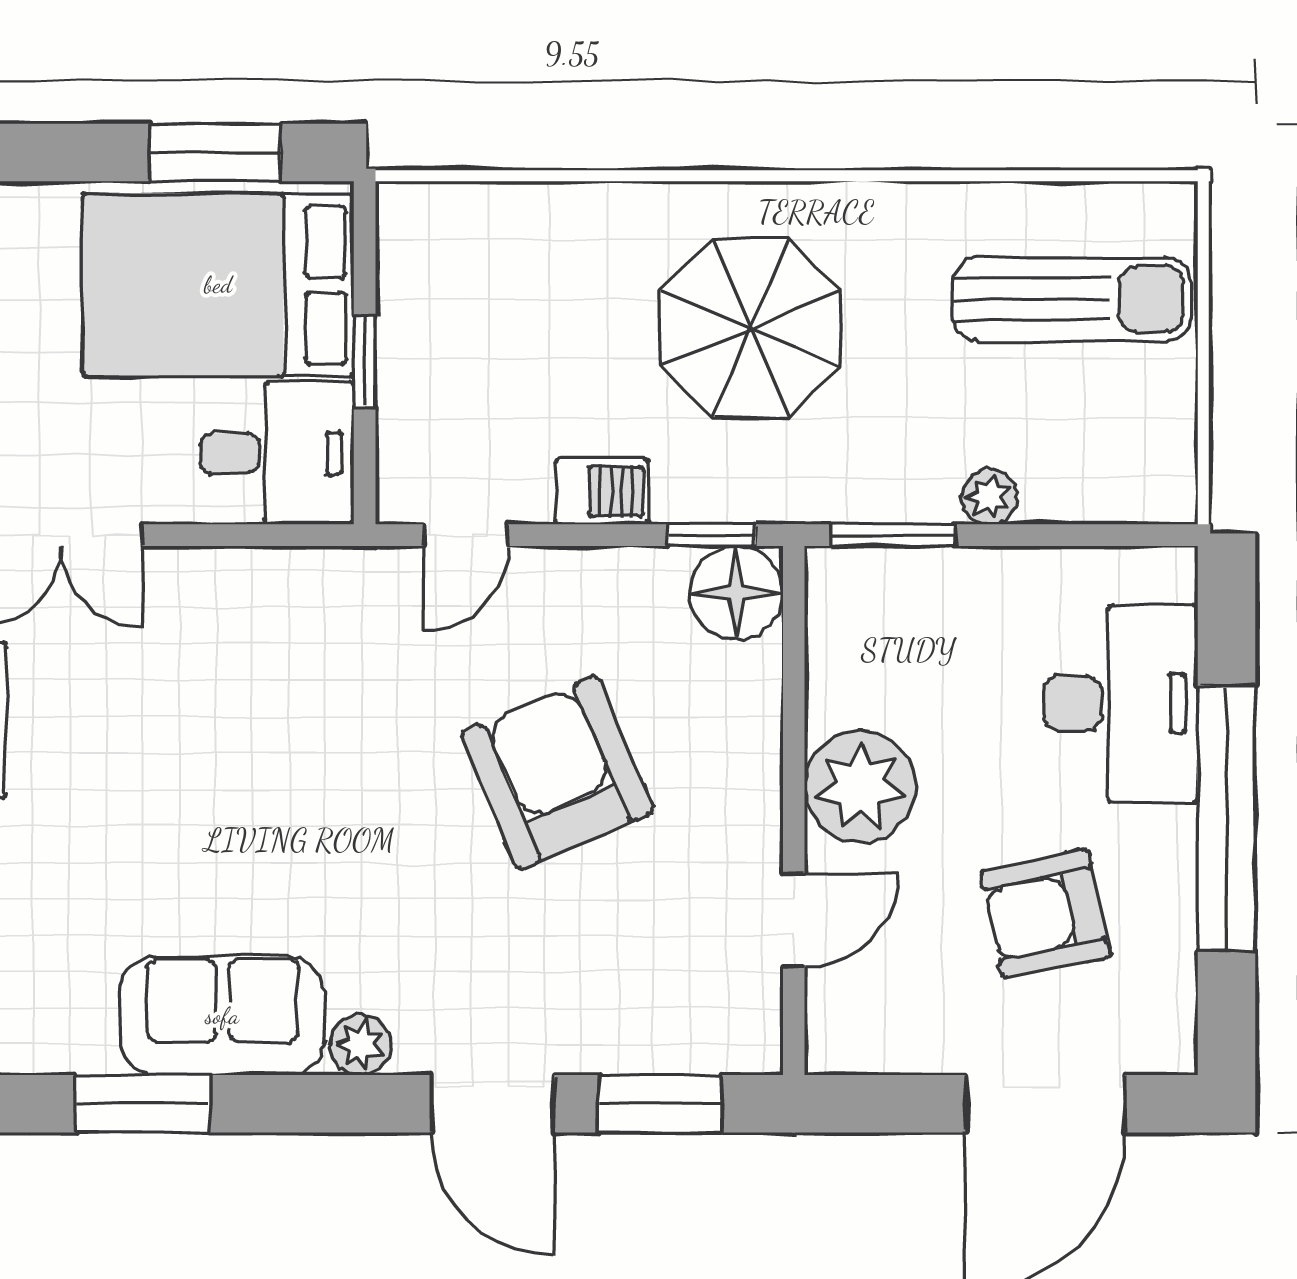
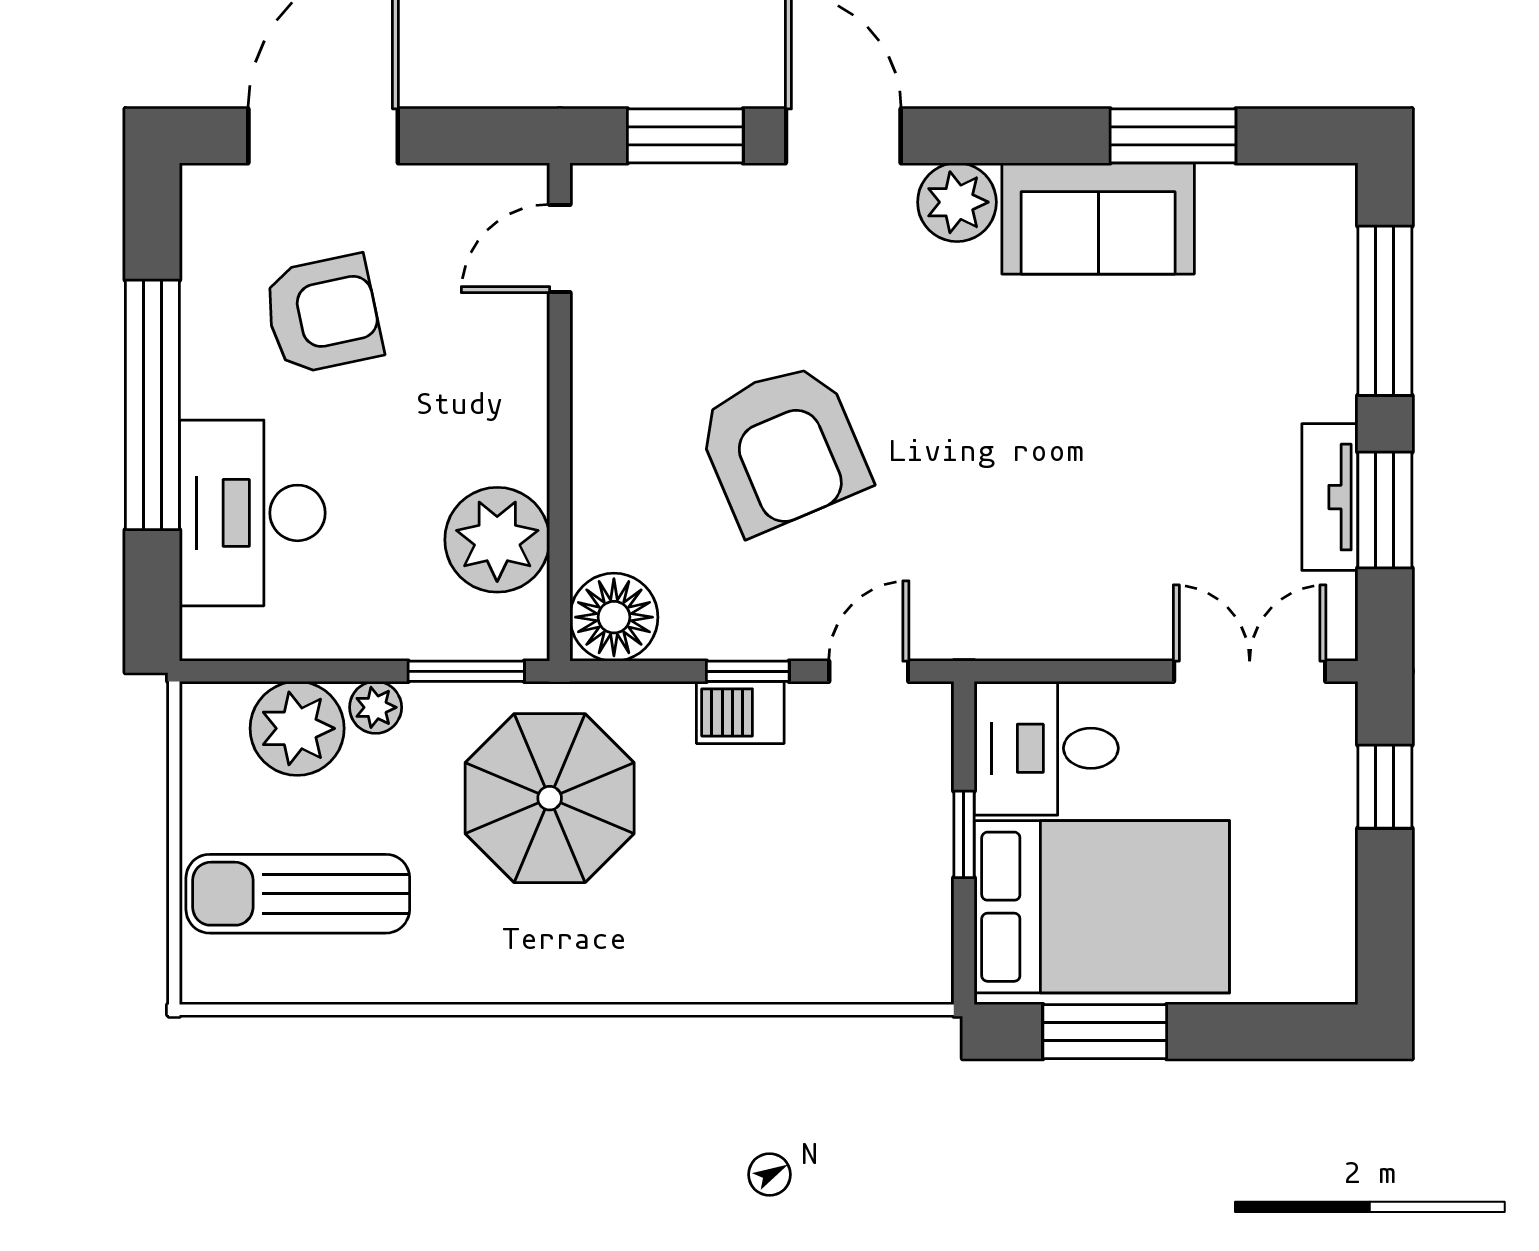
parasol: (751, 328) -> (550, 798), moved
plant: (1073, 474) -> (297, 728), added
window: (711, 535) -> (748, 671), moved
plant: (860, 787) -> (497, 540), moved
door: (794, 920) -> (560, 248), moved
plant: (361, 1045) -> (957, 202), width x1.38, depth x1.38

